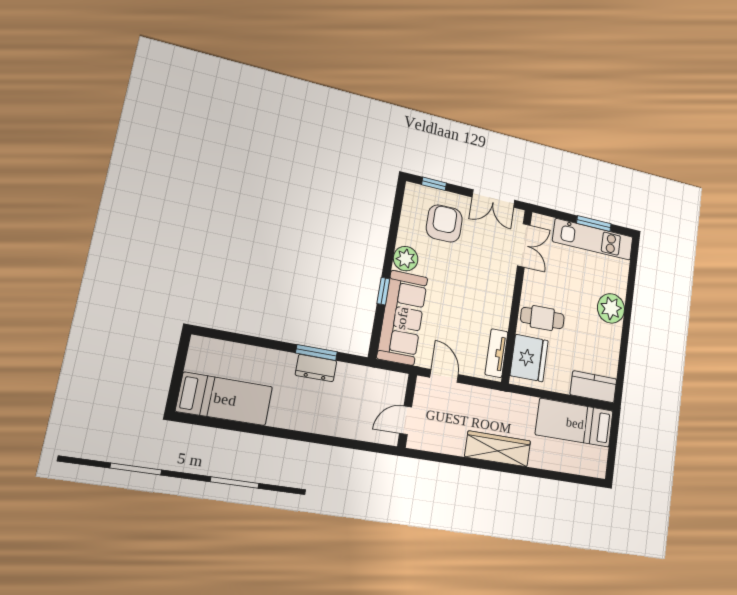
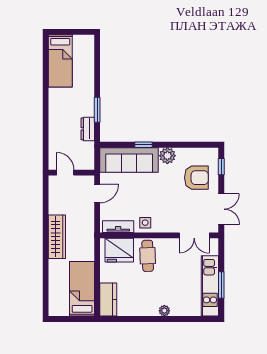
double door: (493, 199) -> (221, 209), swing flipped
plant: (611, 308) -> (164, 311), width x0.53, depth x0.53
side table: (496, 312) -> (145, 223), added
dresser: (316, 368) -> (88, 129), moved

